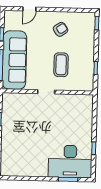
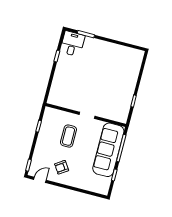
door: (29, 9) -> (40, 180), moved
desk: (70, 162) -> (72, 44), width x0.53, depth x0.77

